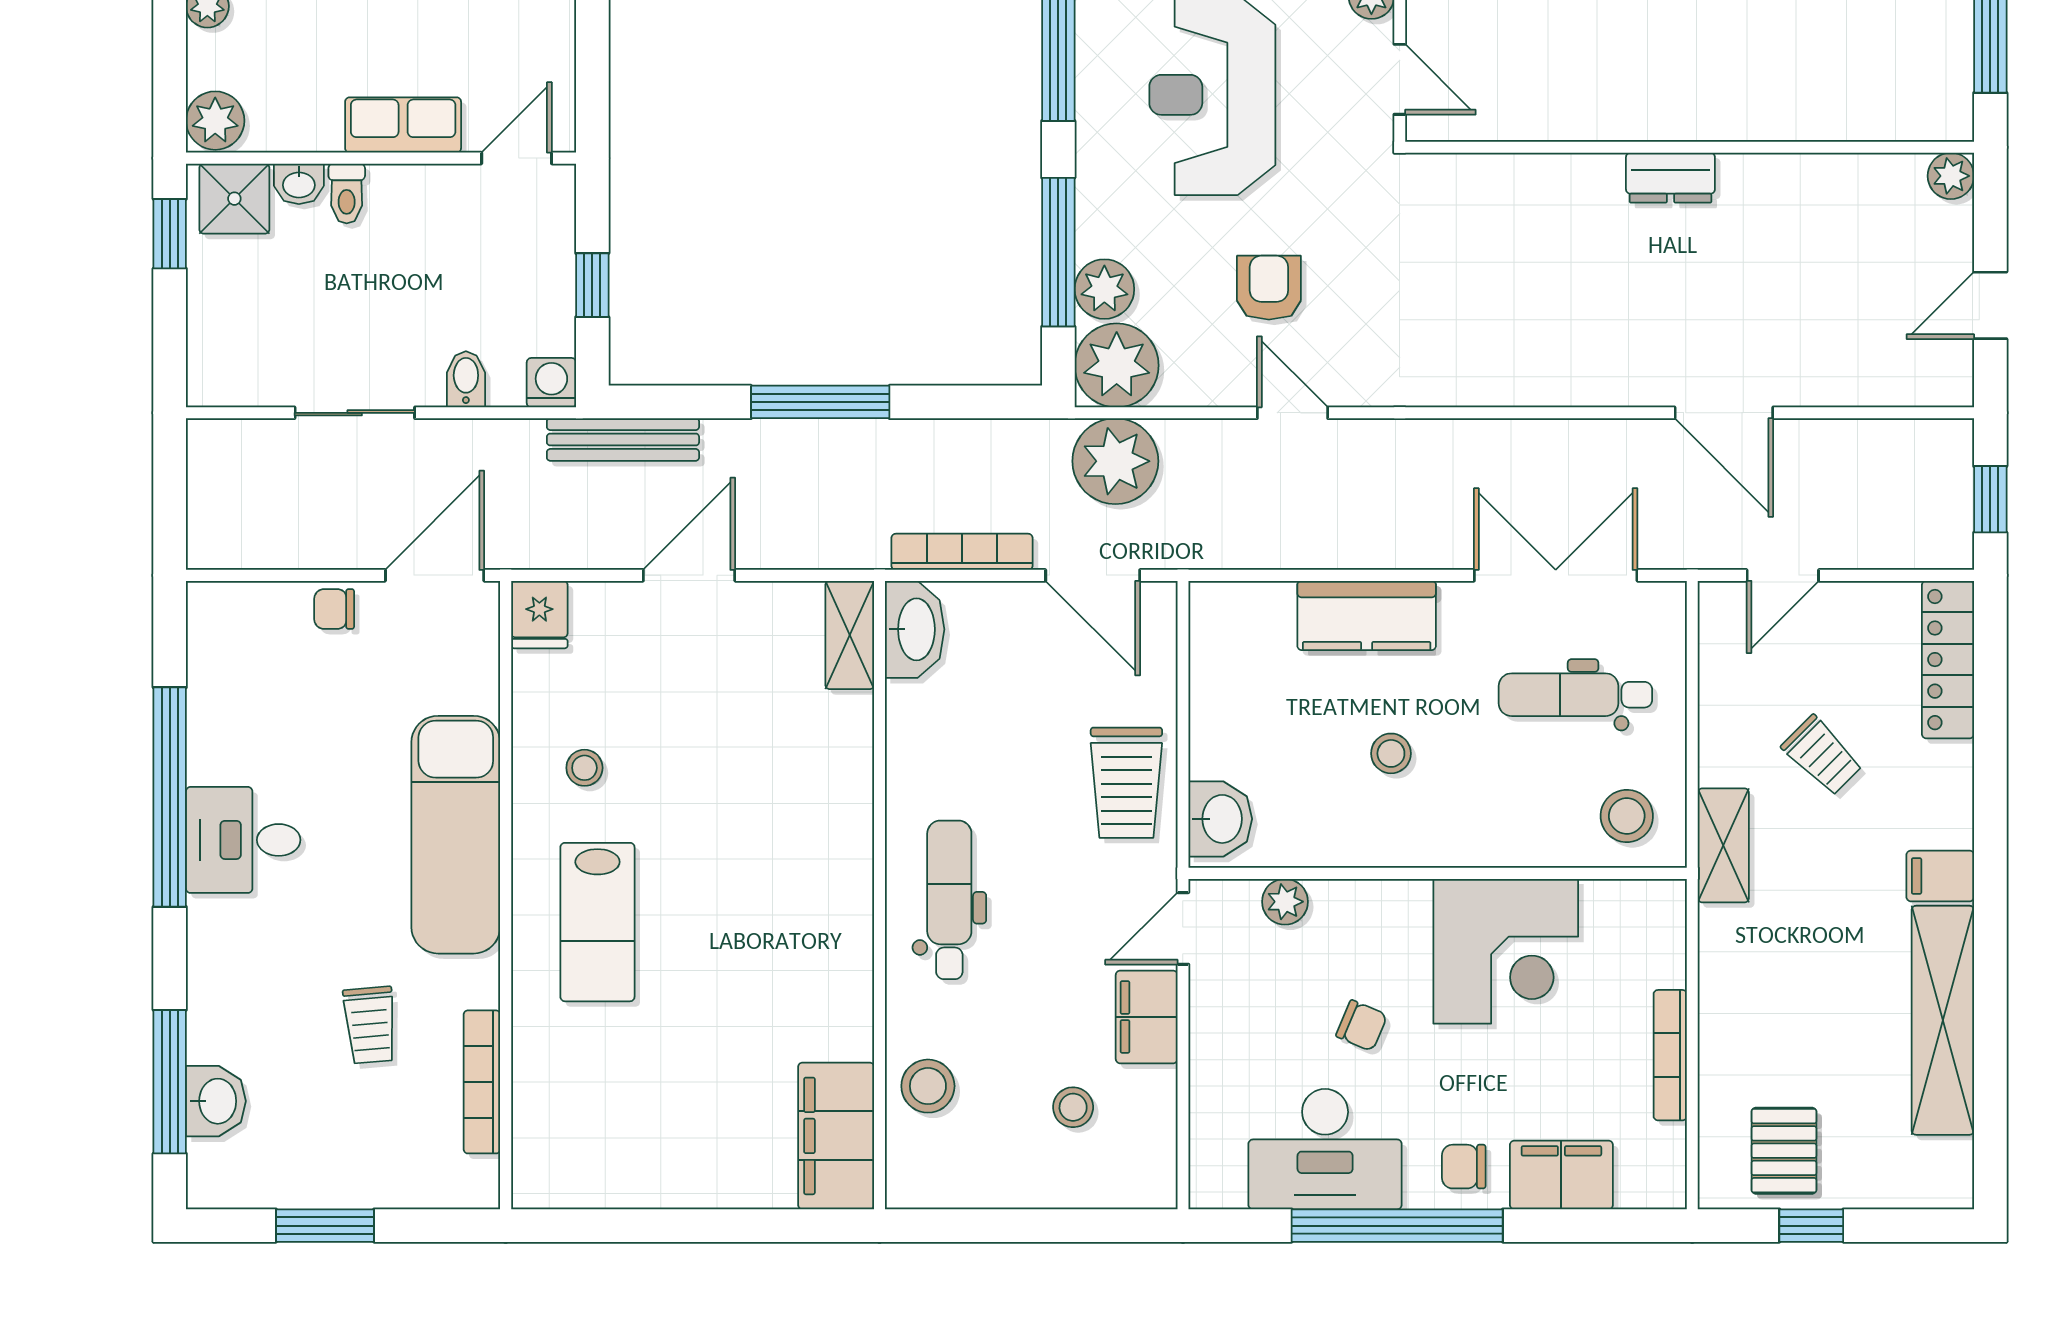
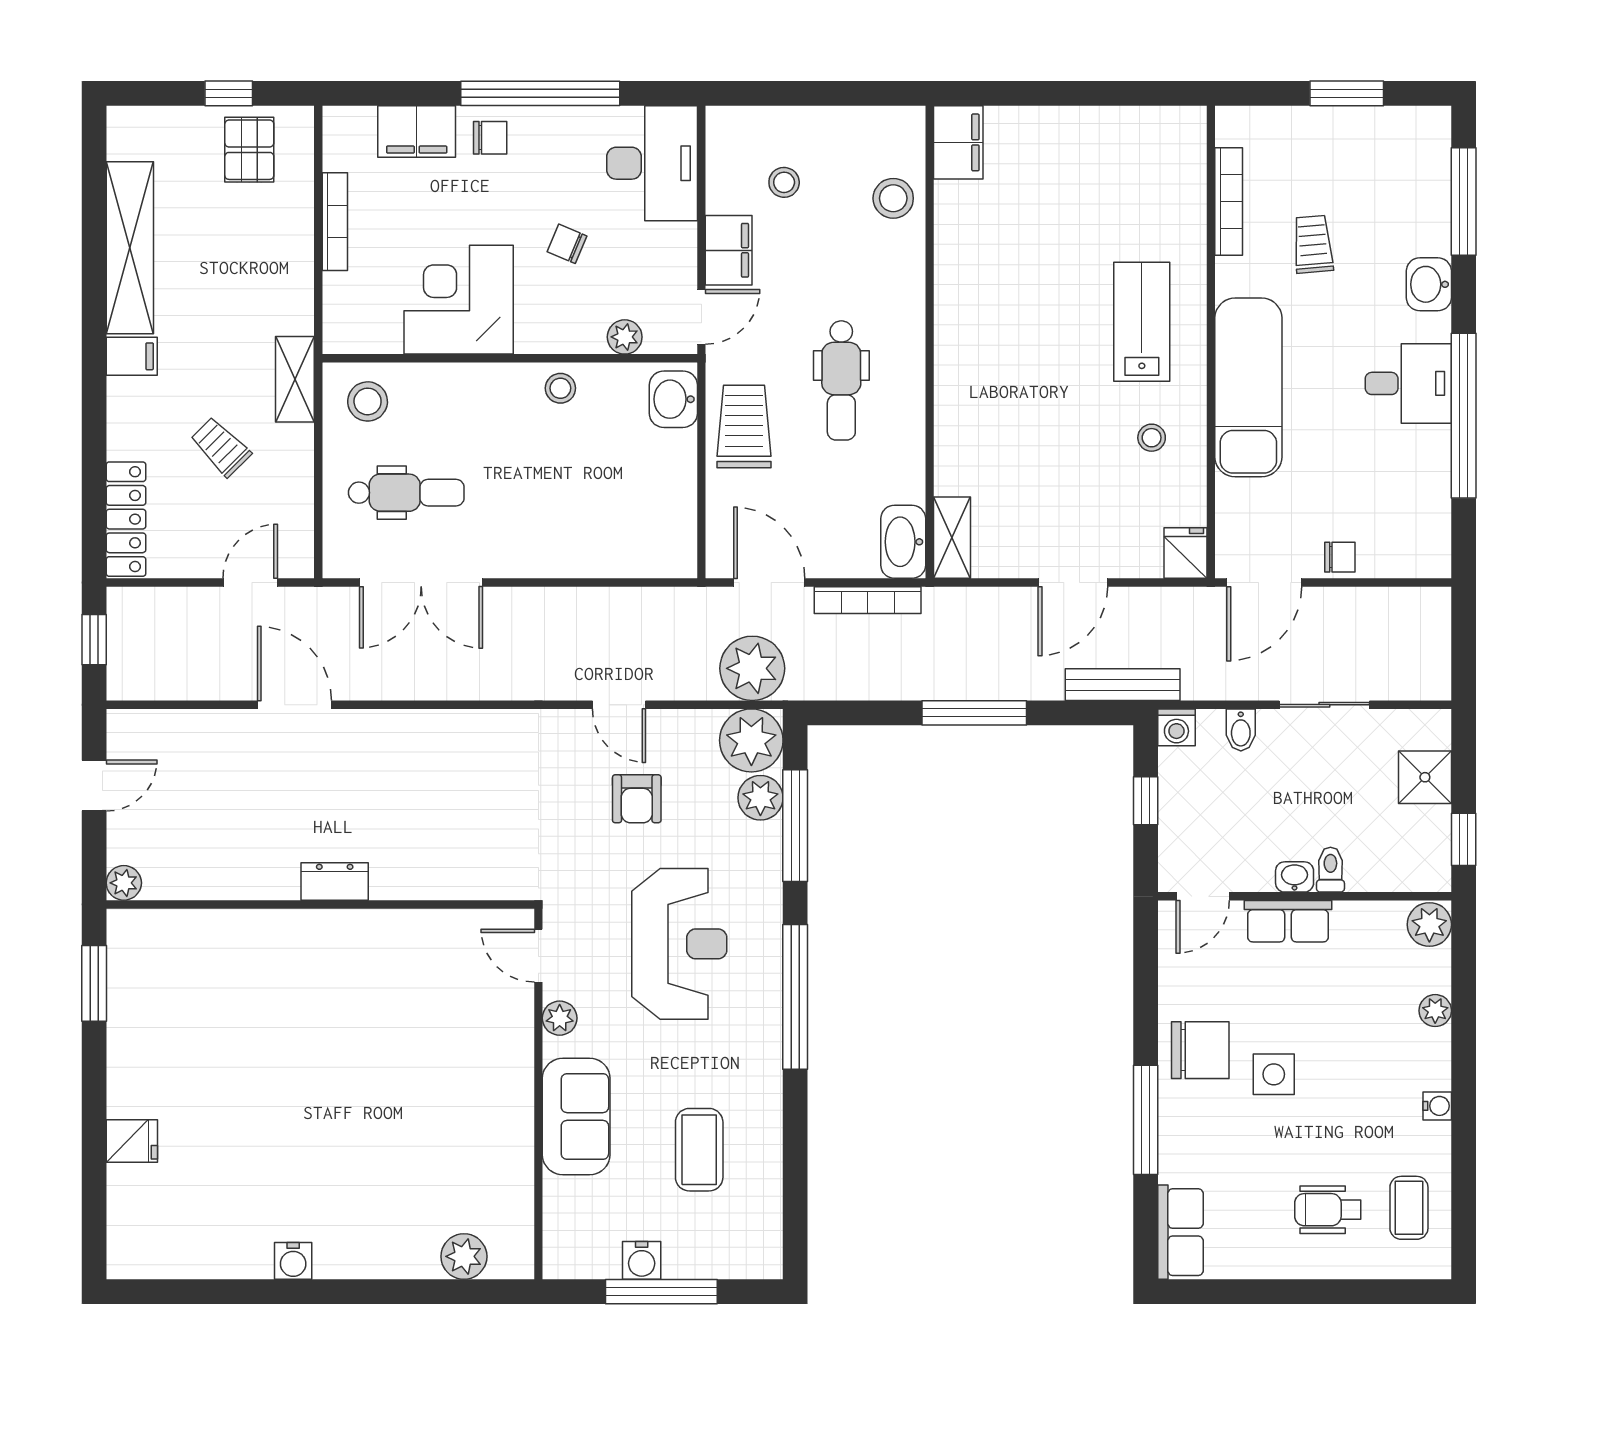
washbasin: (299, 184) -> (1295, 877), moved
shower: (234, 199) -> (1425, 777), moved
kitchen counter: (1367, 615) -> (563, 552), removed
stool: (1391, 753) -> (560, 388), moved
dental chair: (949, 900) -> (841, 380), moved
washbasin: (216, 1101) -> (1429, 284), moved
filing cabinet: (836, 1136) -> (958, 142), width x0.67, depth x0.86
desk: (1325, 1149) -> (652, 163), moved, turned 90

